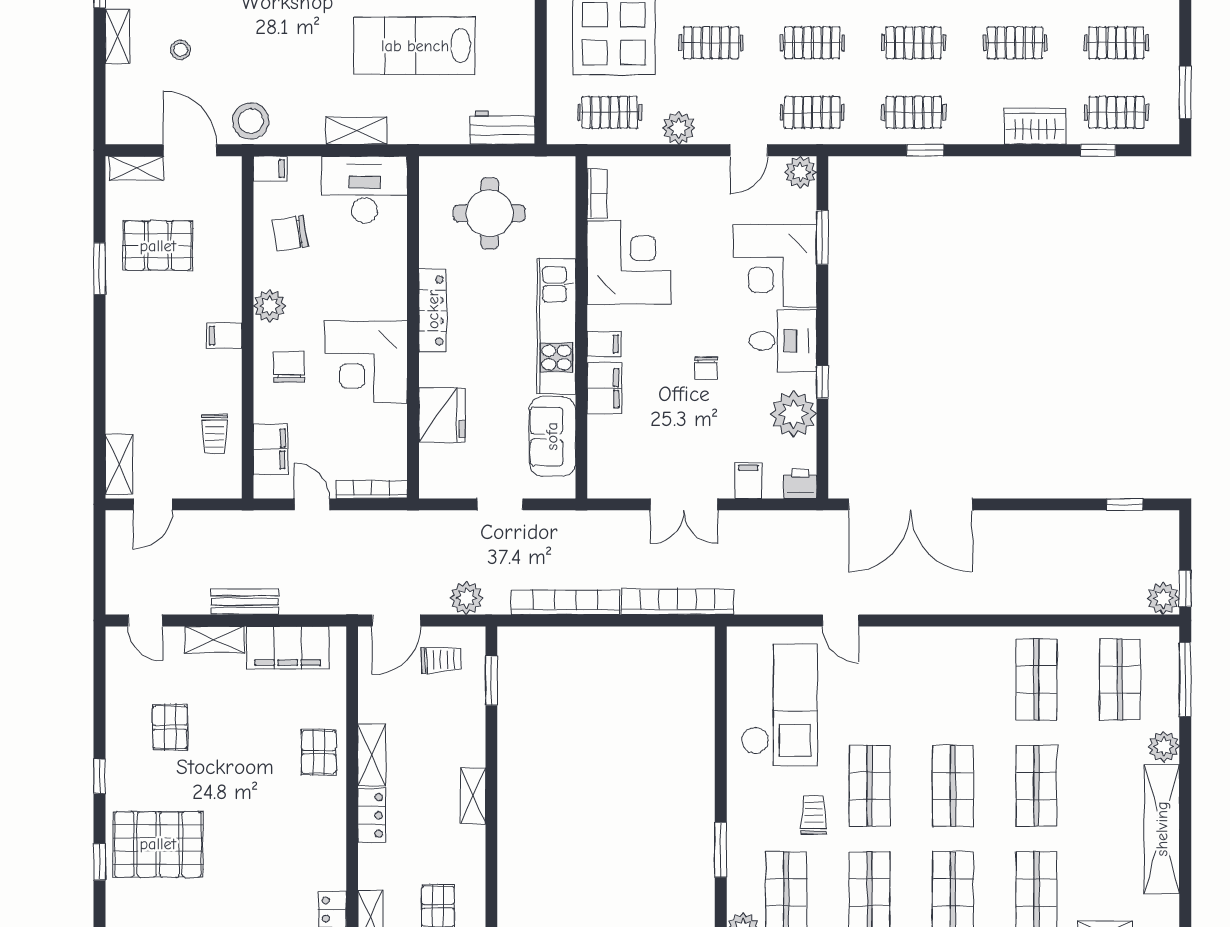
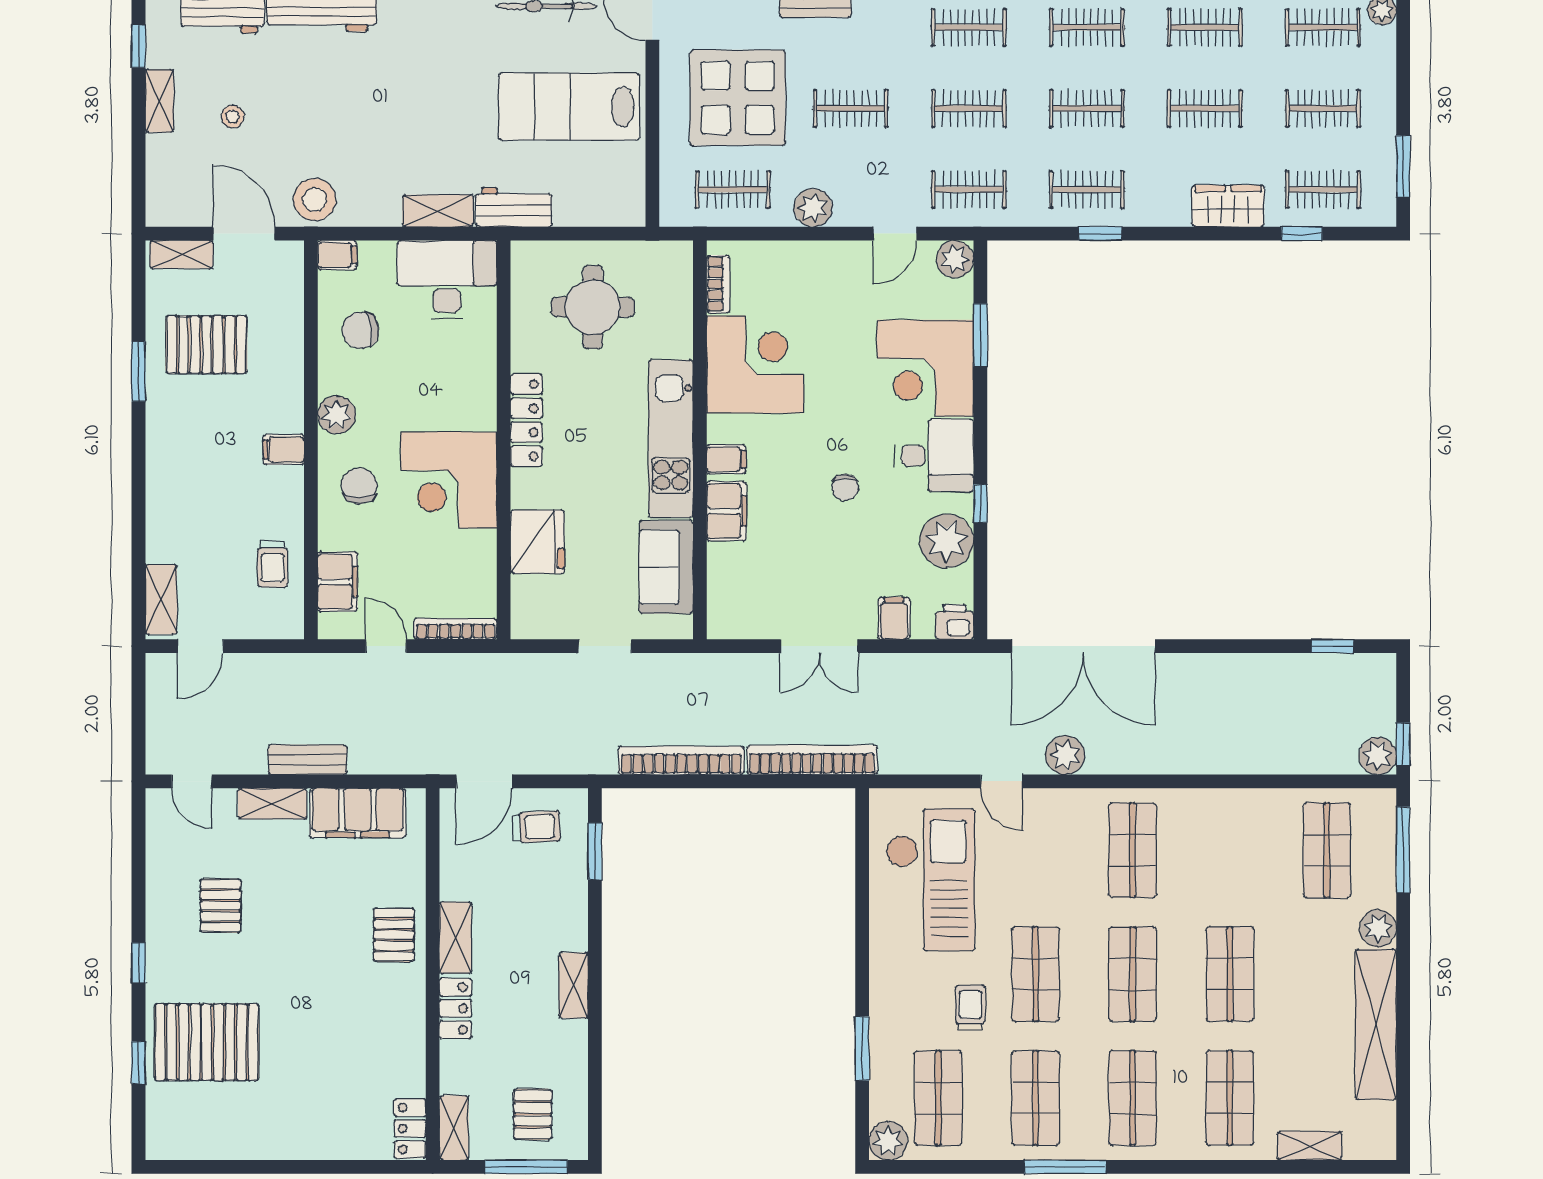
lab bench: (415, 46) -> (569, 107), moved
workbench: (502, 128) -> (514, 207), moved
plant: (466, 598) -> (1065, 755), moved
shop shelf: (1036, 680) -> (1133, 850), moved

